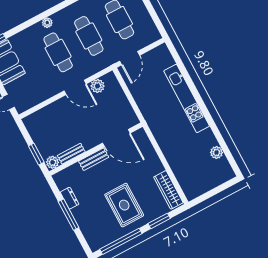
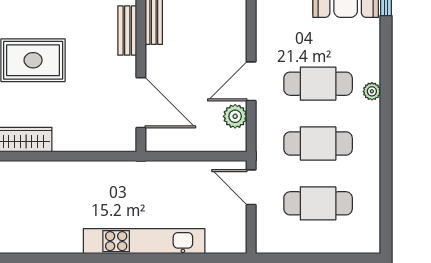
door: (116, 138) -> (141, 103), swing flipped
plant: (216, 153) -> (38, 243), removed
bench: (94, 159) -> (127, 31), moved

